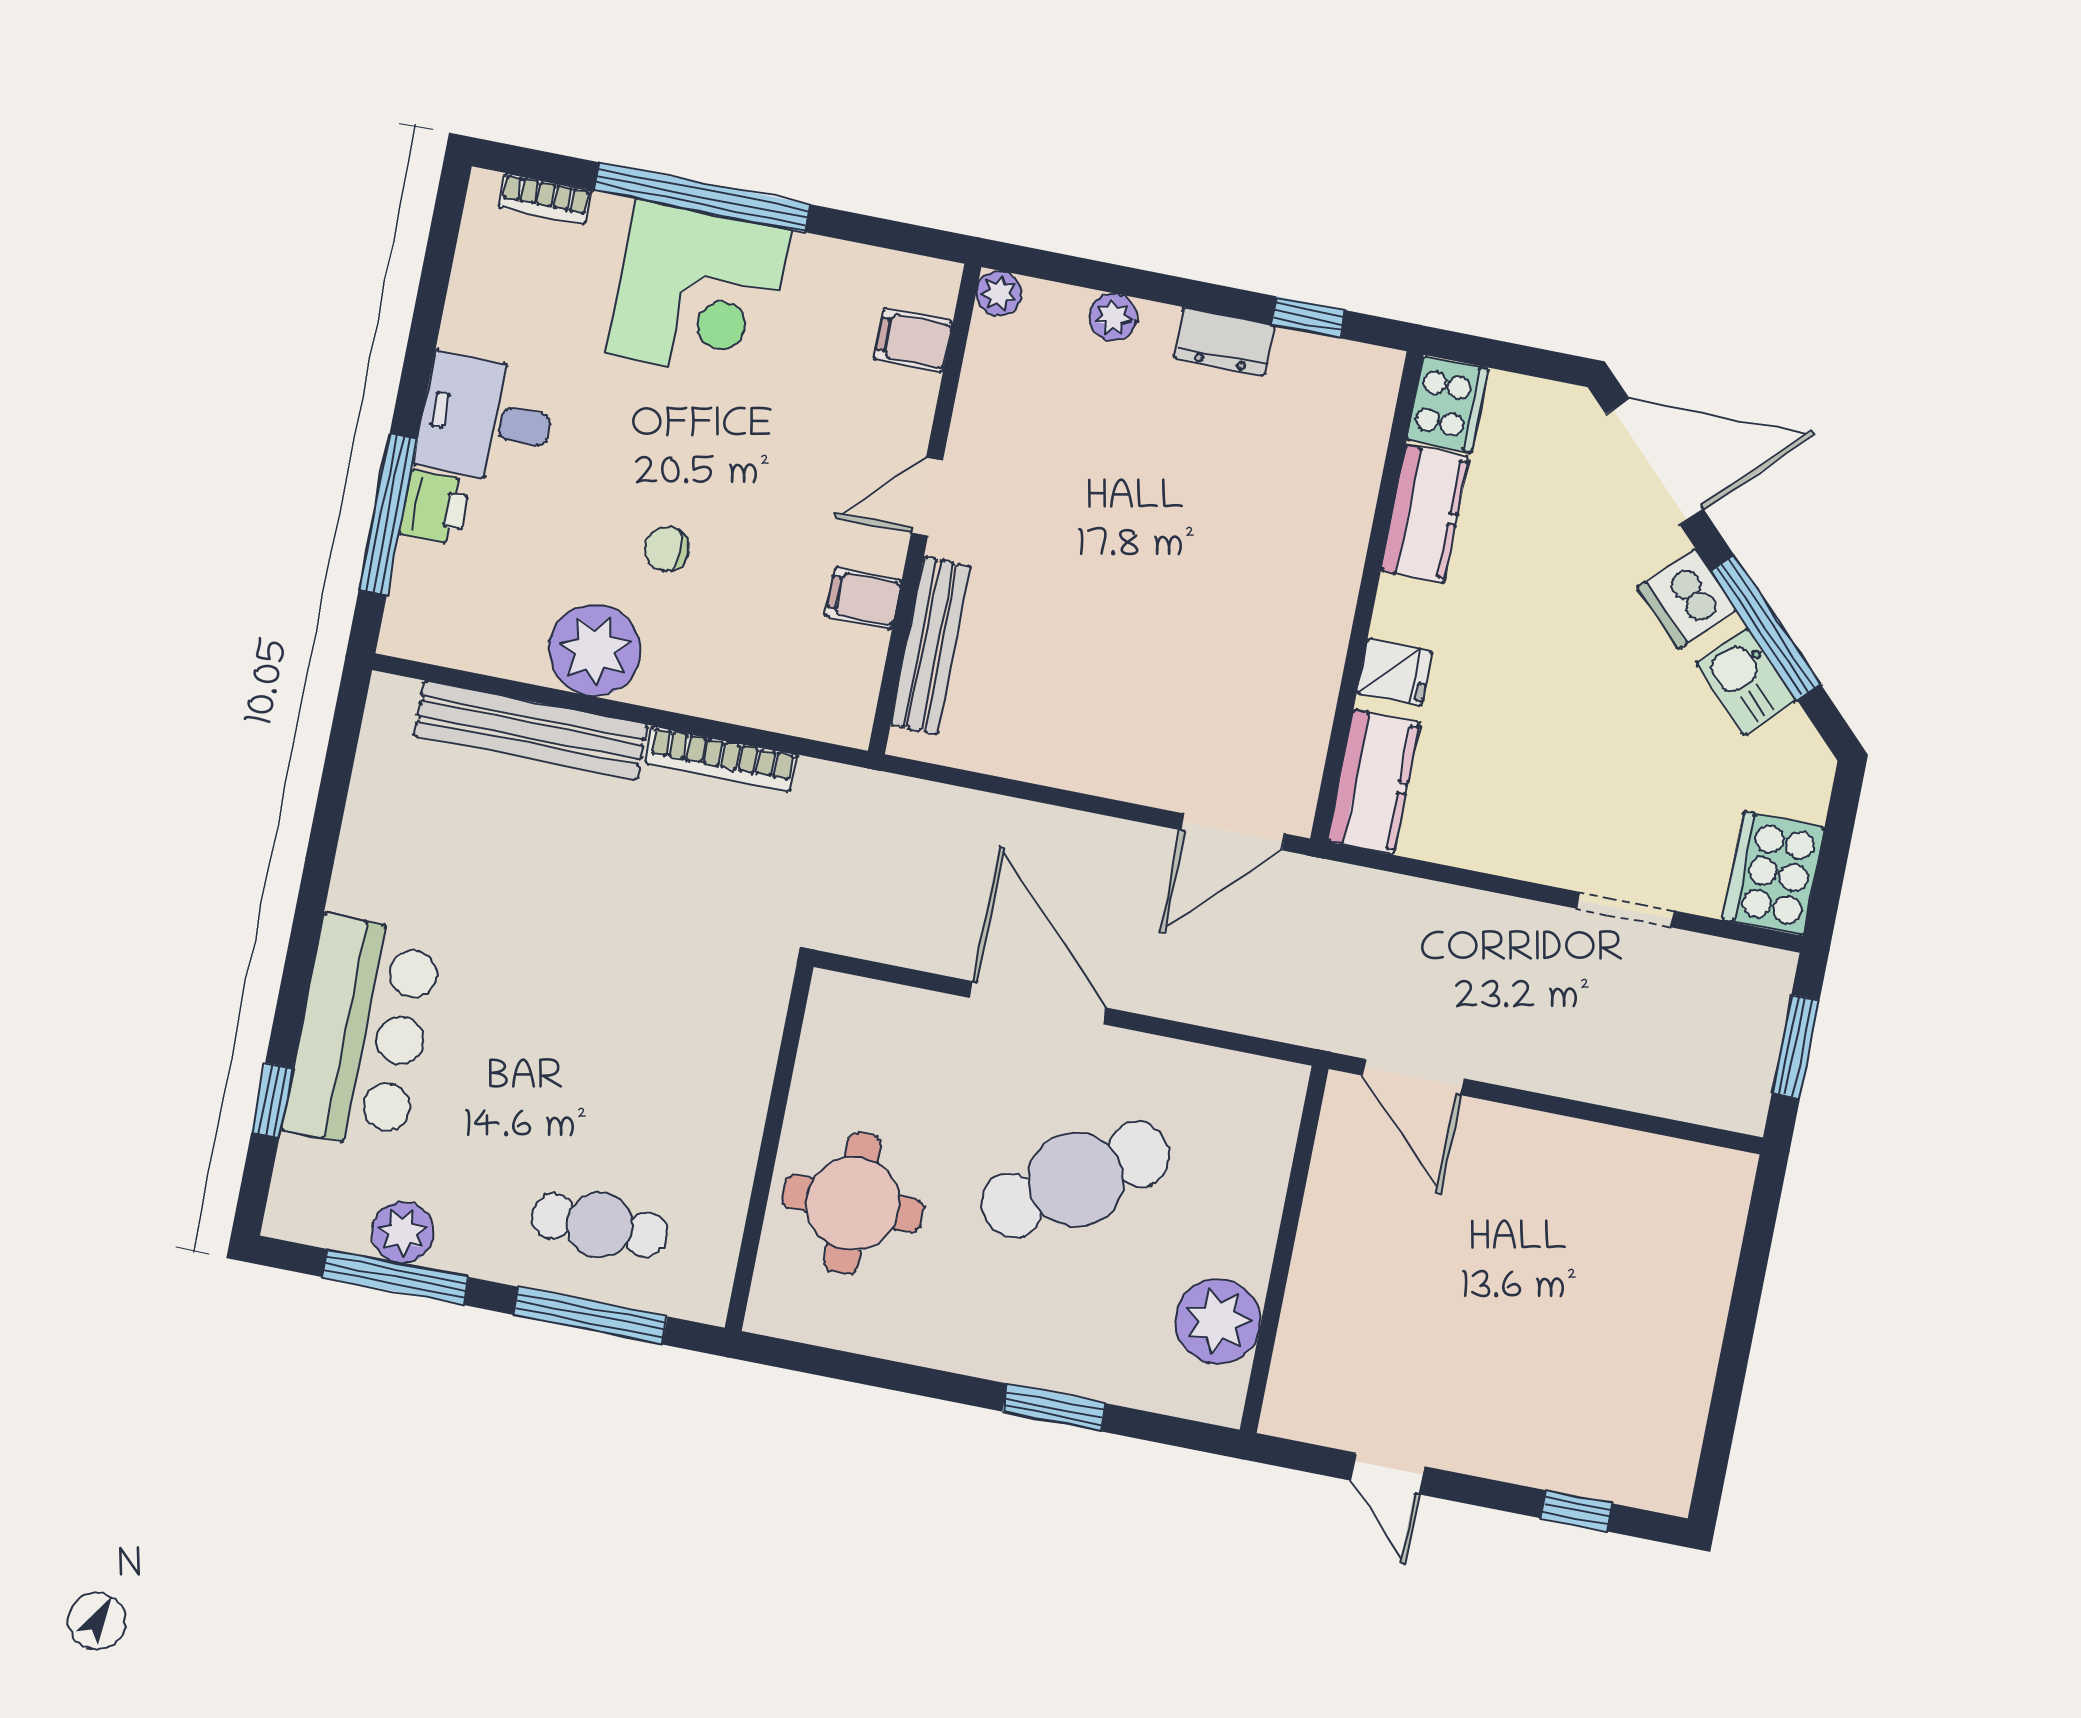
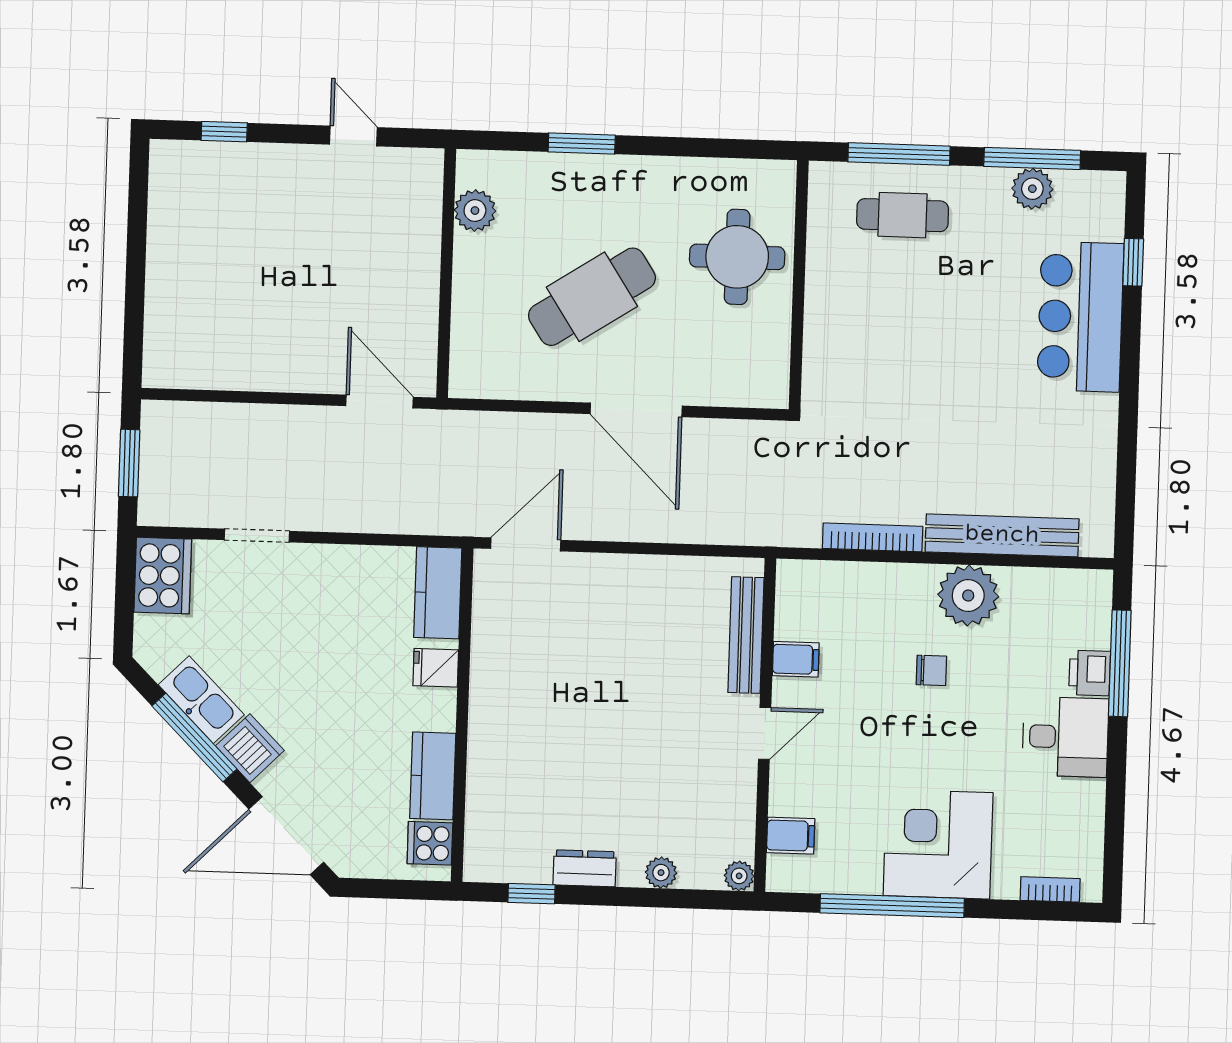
window: (702, 197) -> (892, 906), moved
cooker: (1447, 404) -> (430, 843), width x0.73
kitchen sink: (1747, 682) -> (201, 700), width x1.38
plant: (1218, 1321) -> (475, 211), width x0.73, depth x0.73

